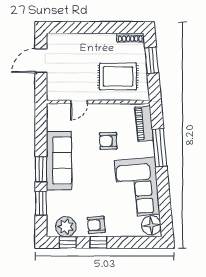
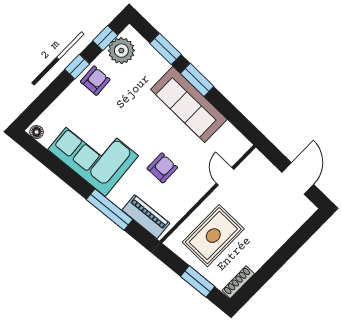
floor lamp: (151, 225) -> (37, 132), width x0.53, depth x0.53

